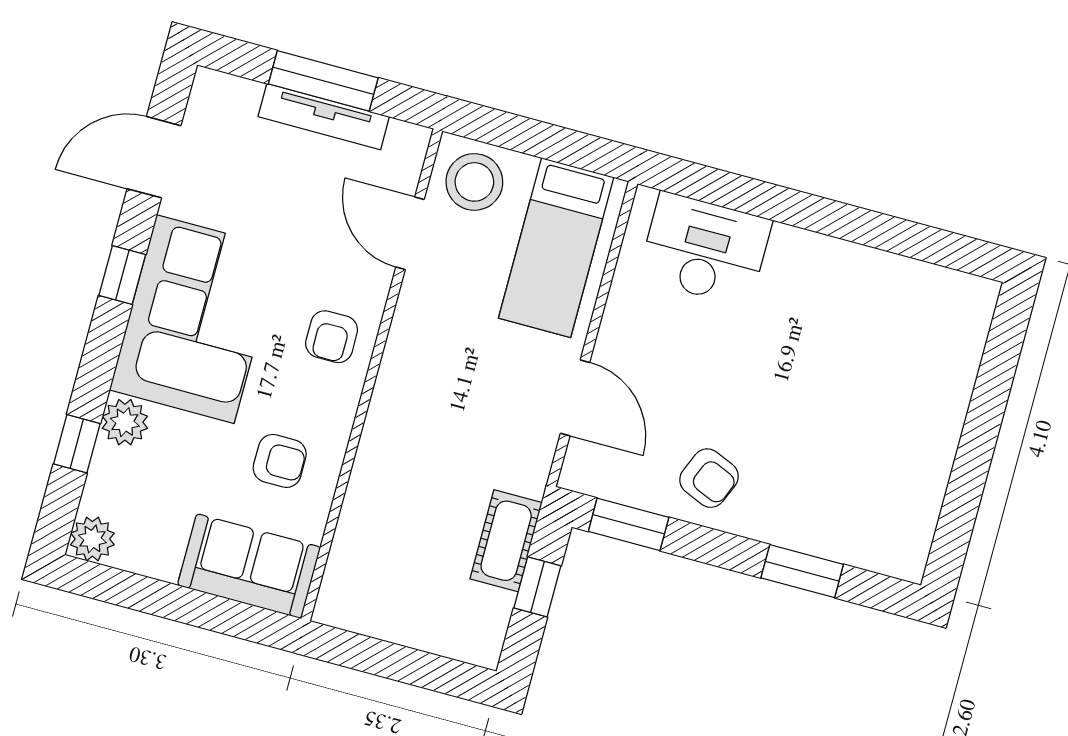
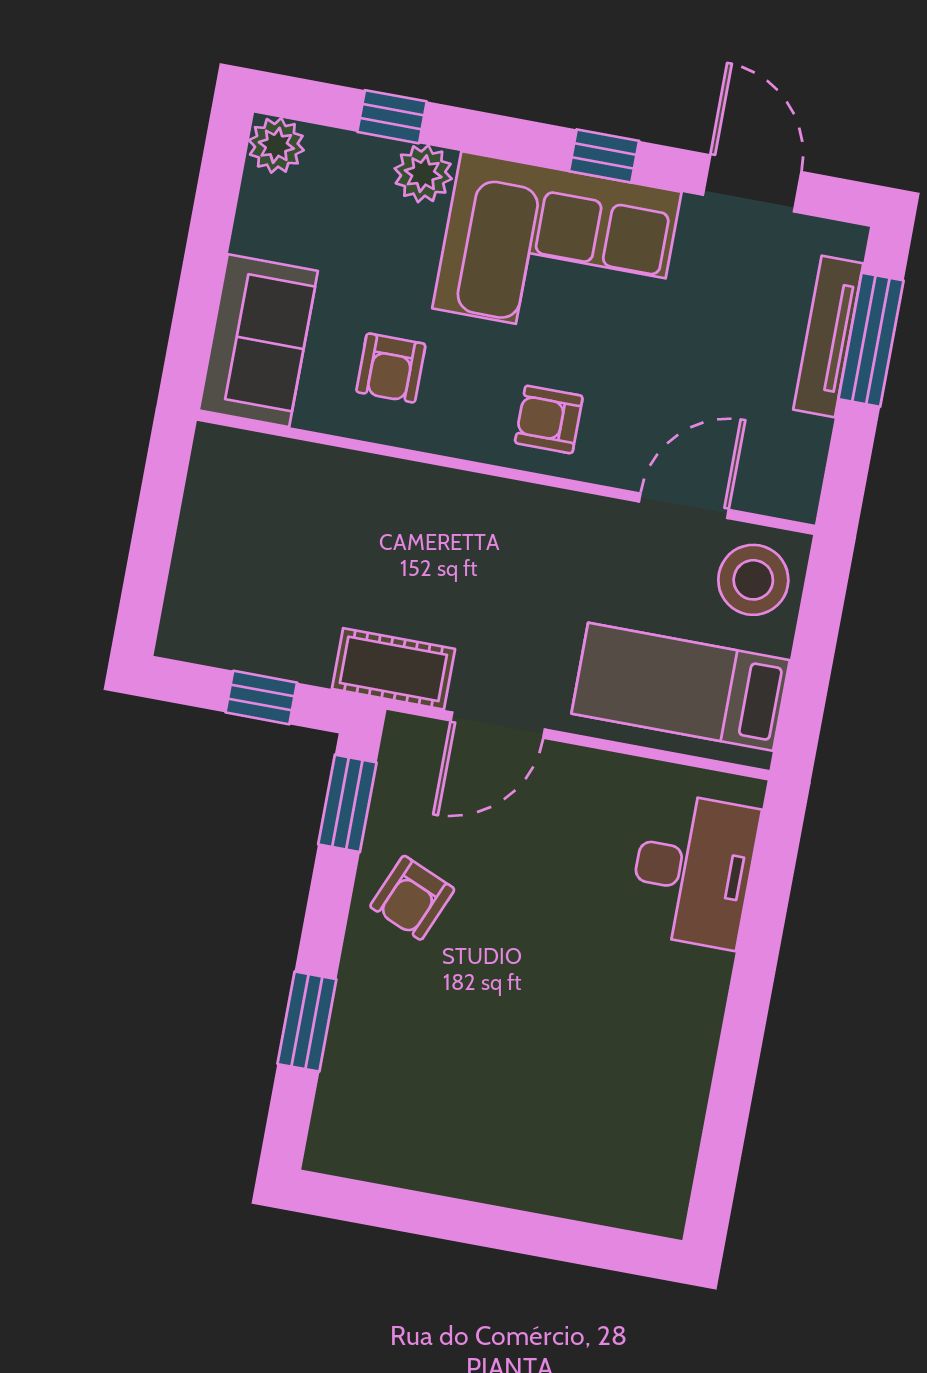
window: (323, 81) -> (871, 340), moved
tv unit: (324, 117) -> (828, 336), moved
cot: (506, 541) -> (393, 669), moved

